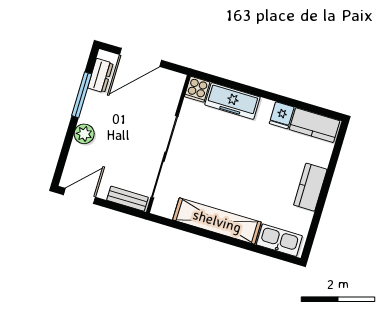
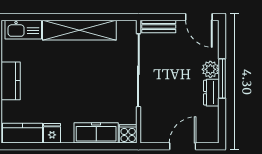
door: (141, 57) -> (183, 146), width x0.73
dresser: (100, 76) -> (211, 93), moved
window: (82, 95) -> (222, 79), moved
door: (79, 196) -> (199, 17), hinge flipped

